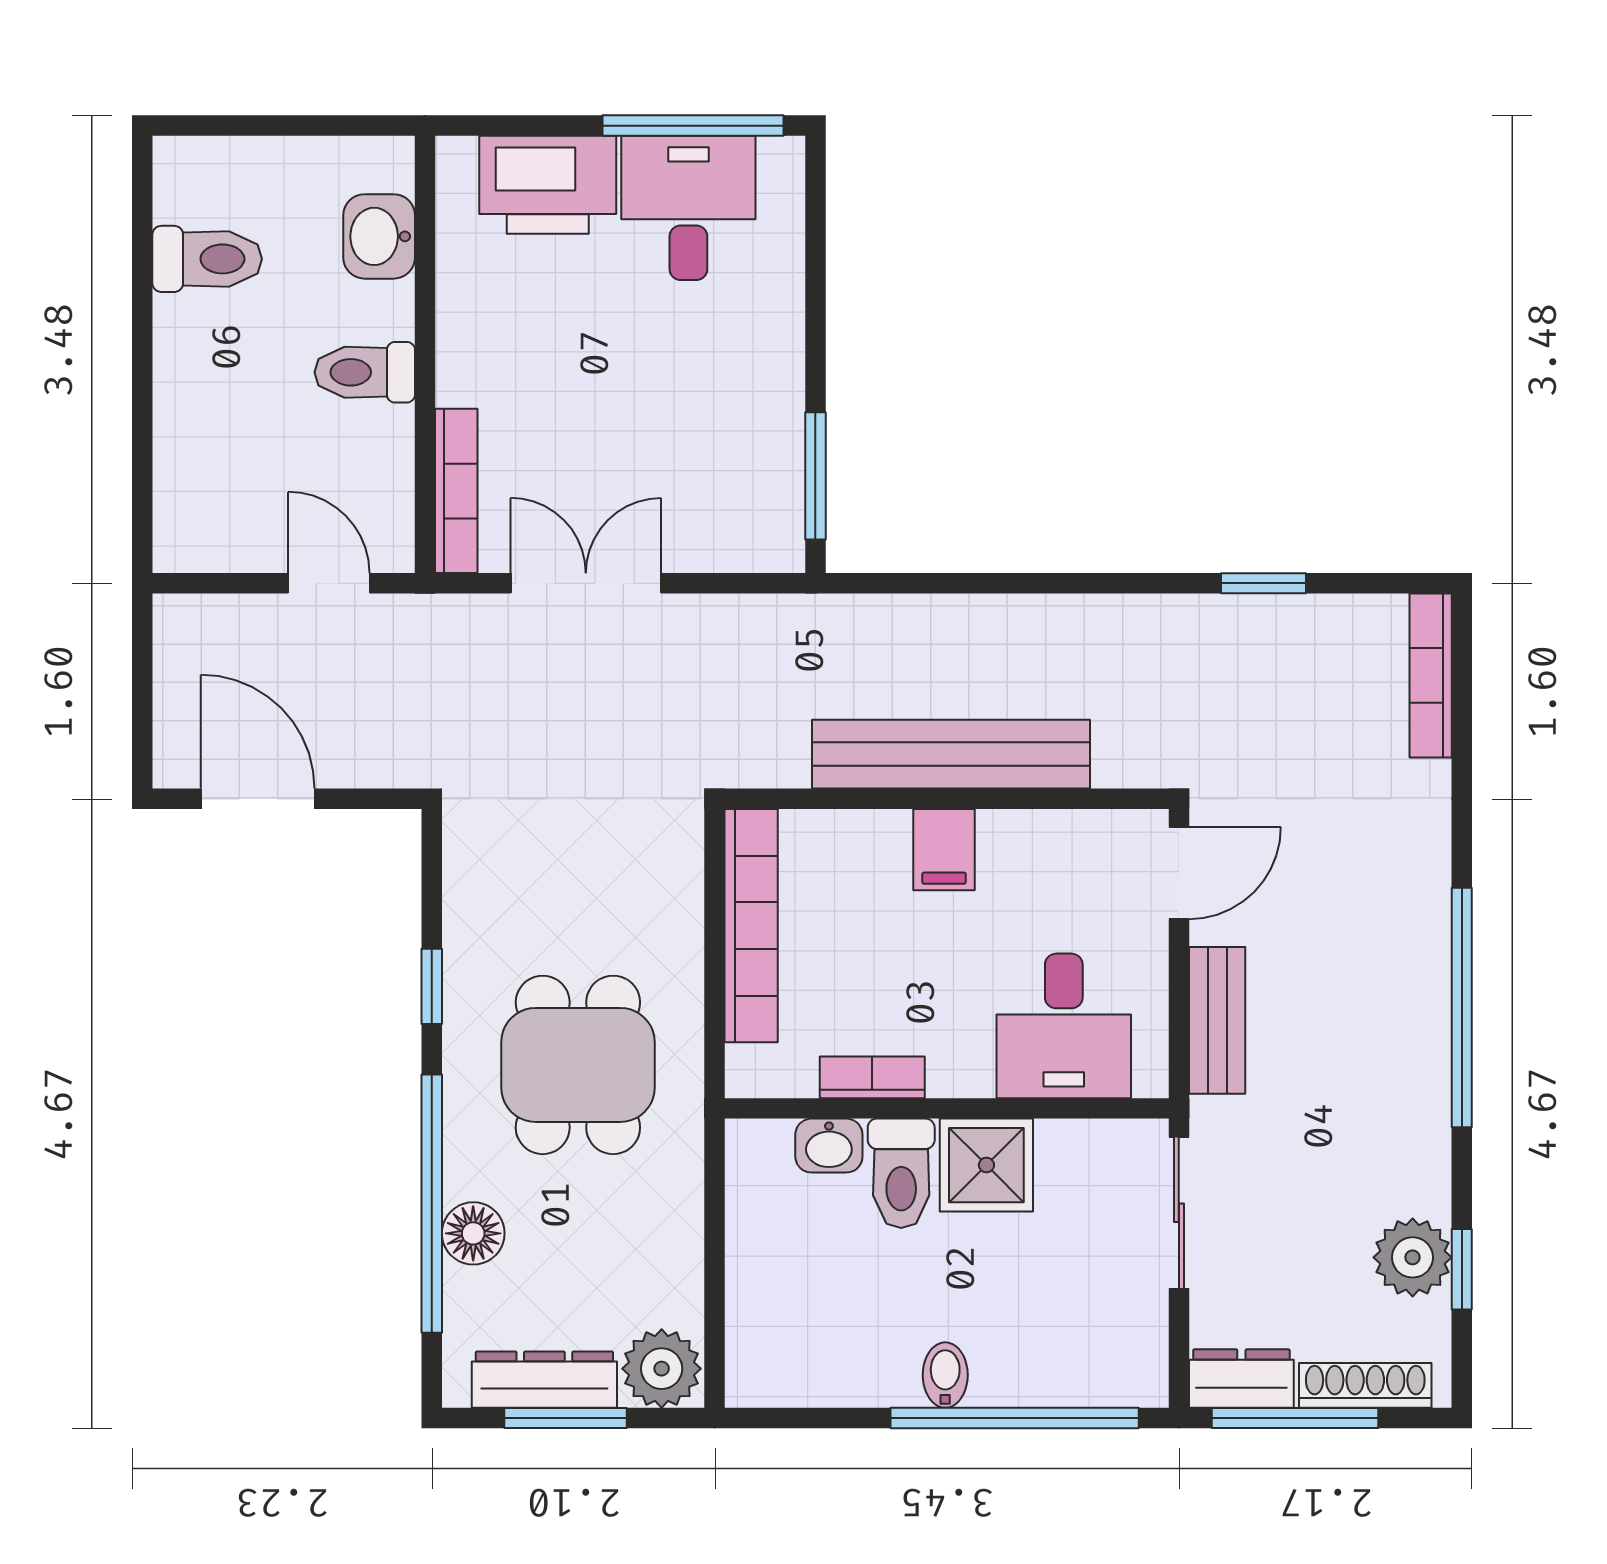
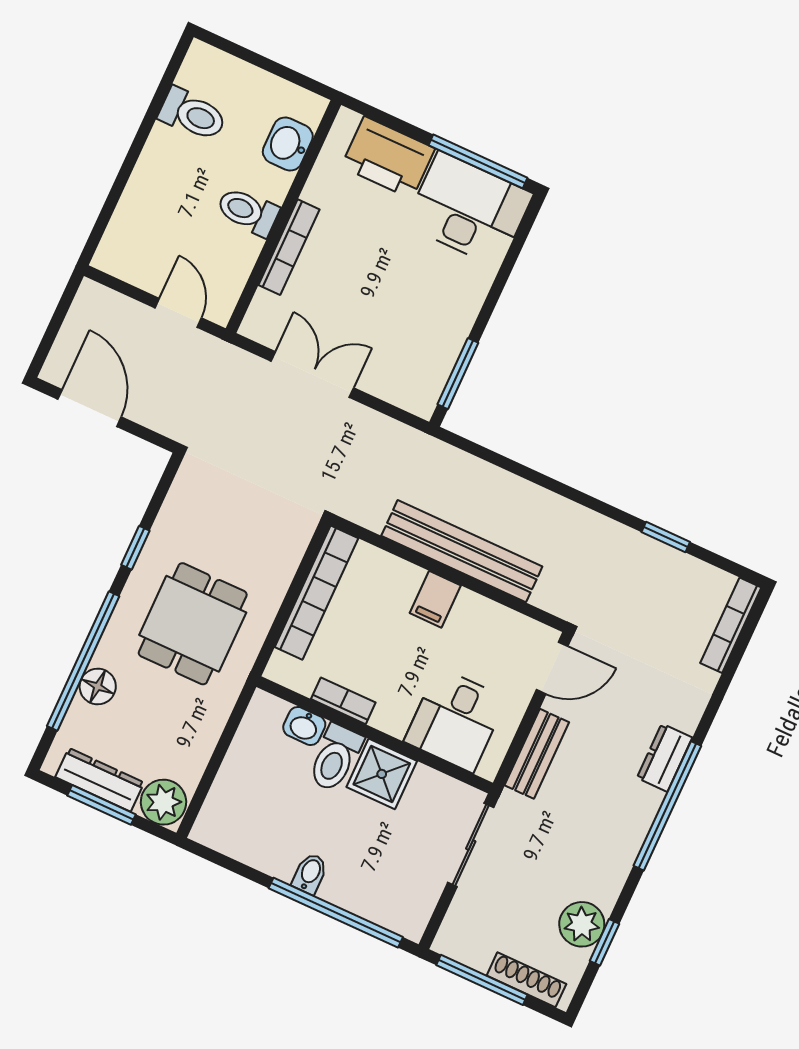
desk: (688, 208) -> (469, 209), width x1.37
bookcase: (456, 491) -> (289, 247), moved
dresser: (1241, 1379) -> (665, 758), moved, turned -90

